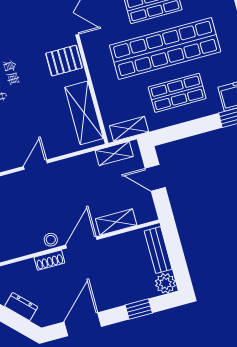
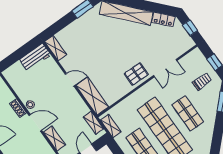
pallet: (64, 61) -> (136, 74), turned 90
shelving: (84, 113) -> (92, 96), moved, turned 90

